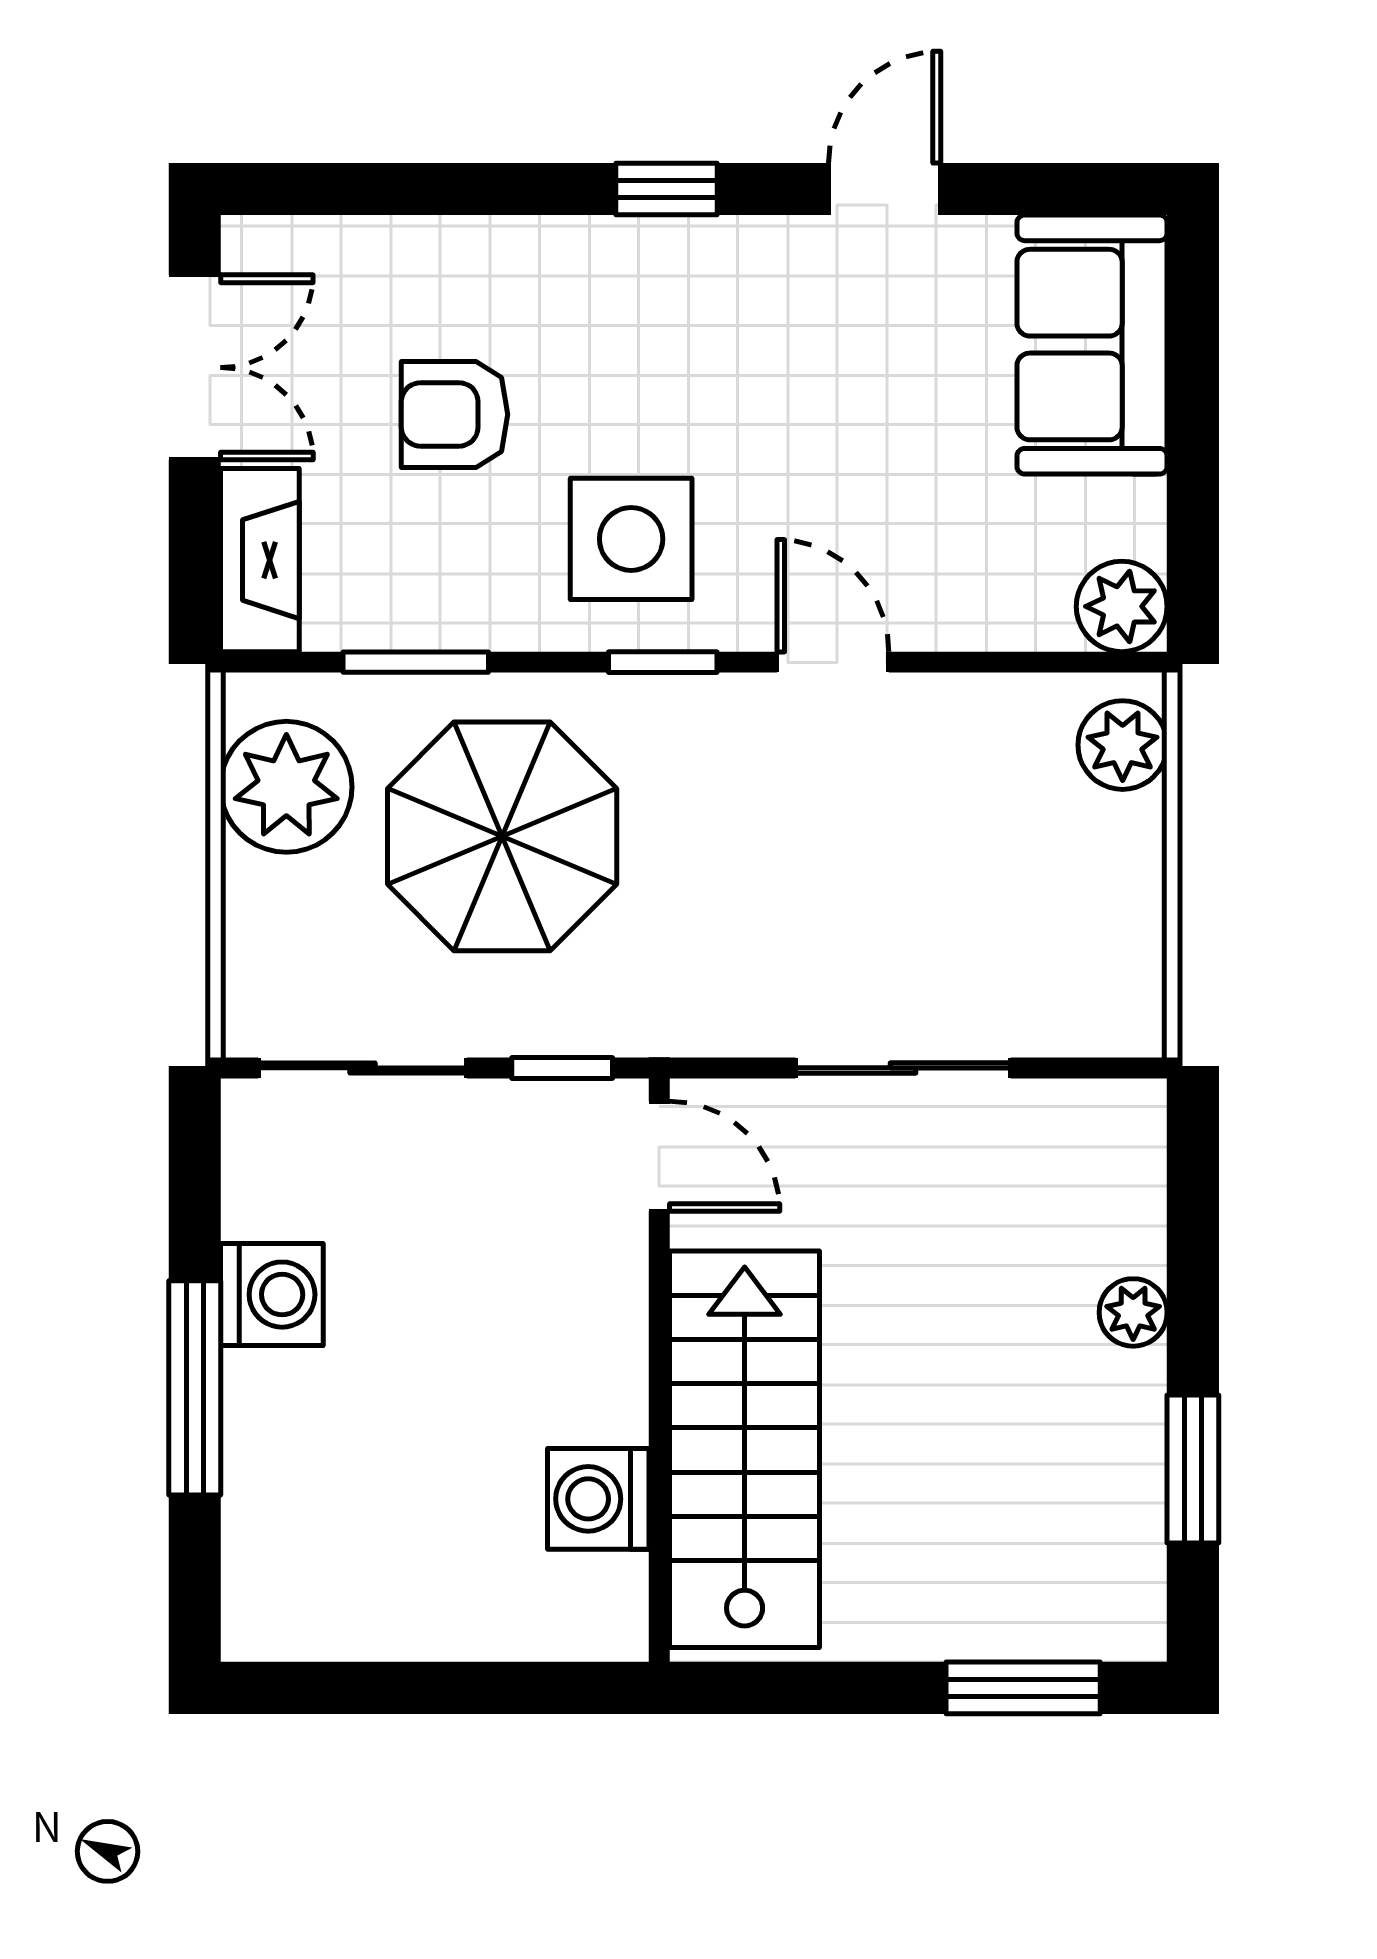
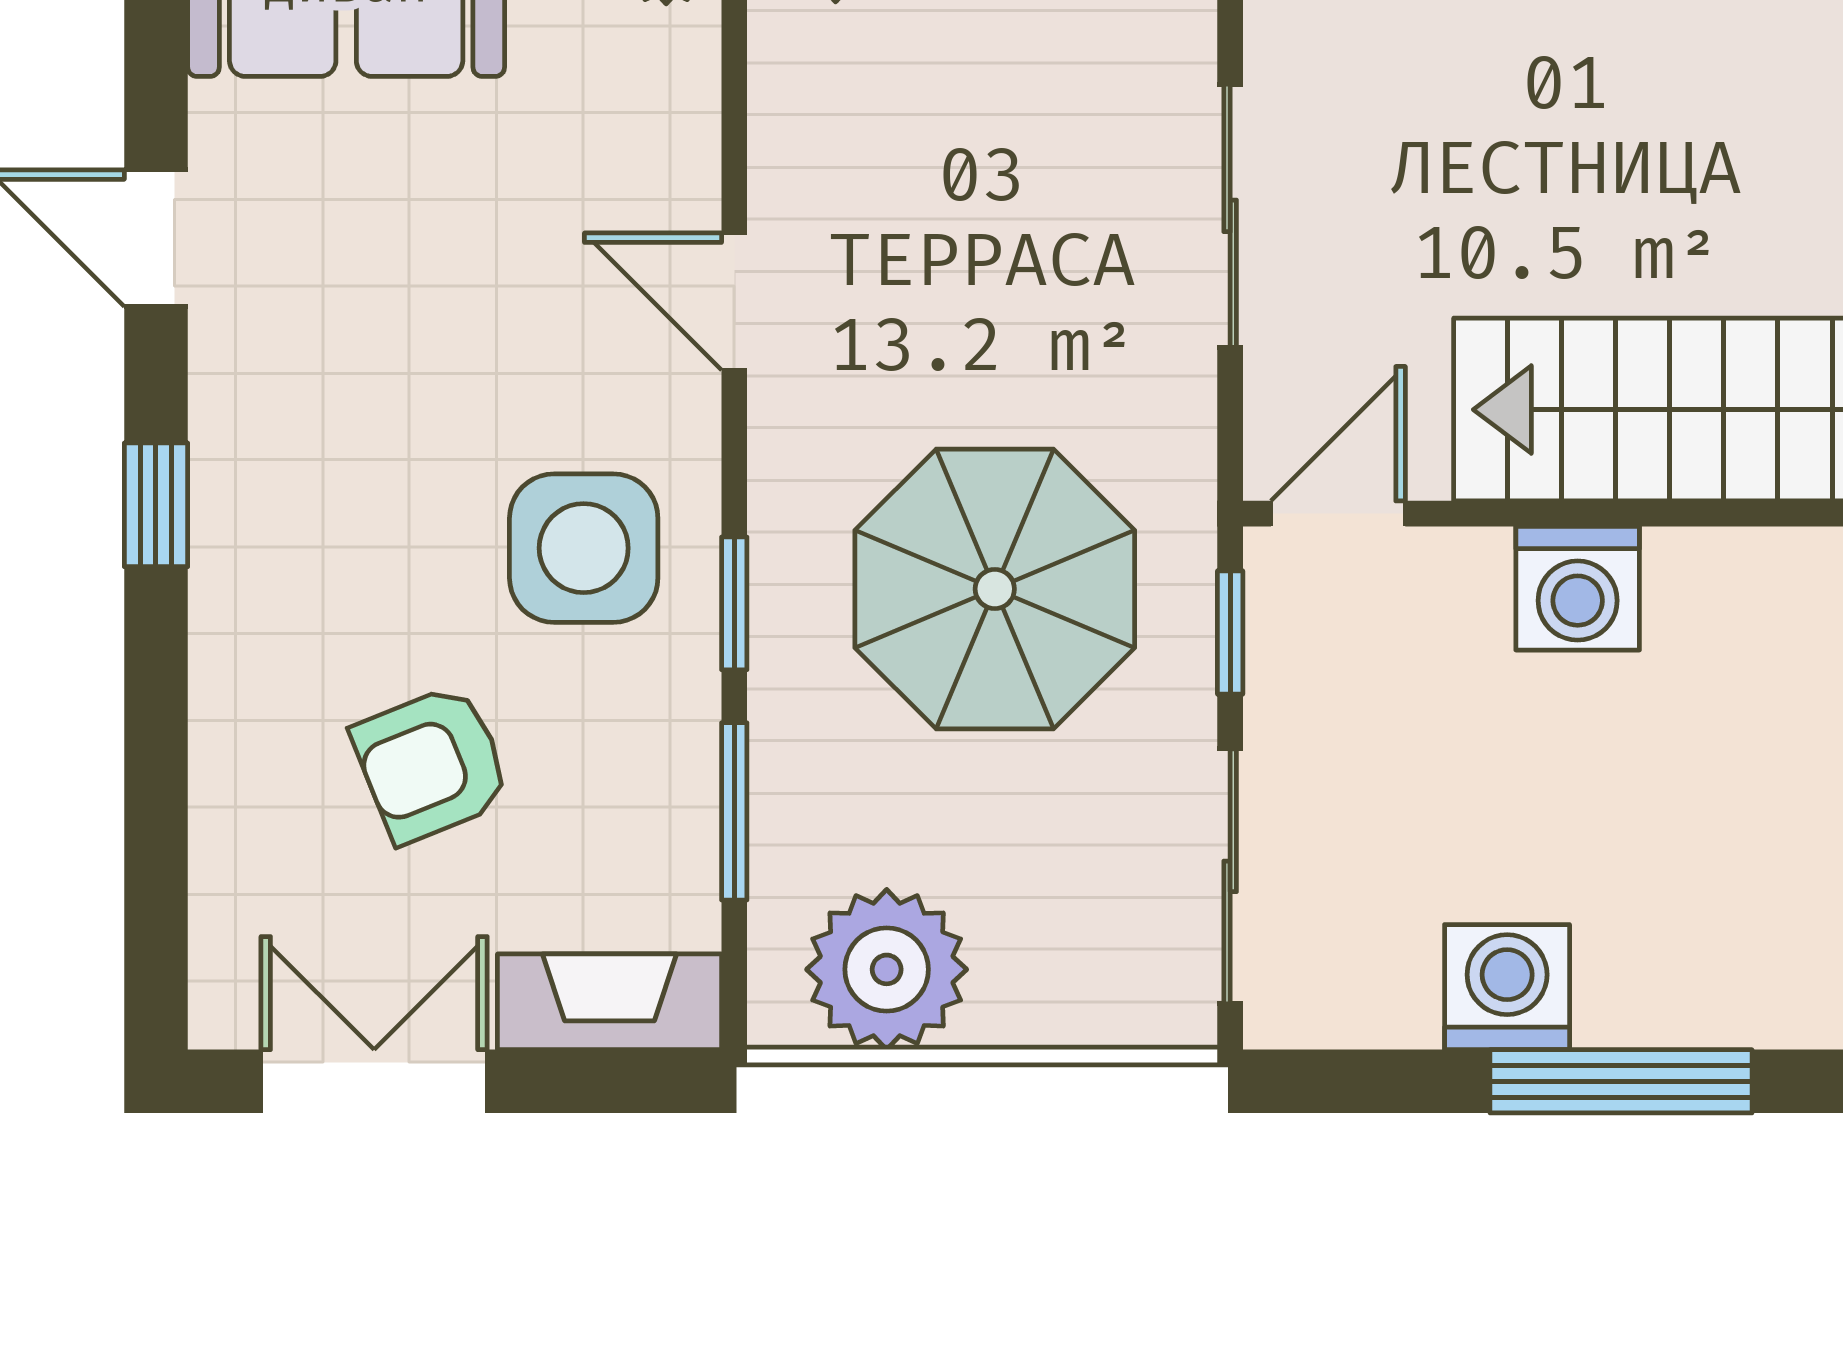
armchair: (455, 414) -> (432, 764), turned 68
window: (663, 662) -> (734, 603), moved
door: (833, 662) -> (734, 302), hinge flipped
parasol: (502, 836) -> (995, 589), moved
washing machine: (598, 1499) -> (1578, 588), moved

